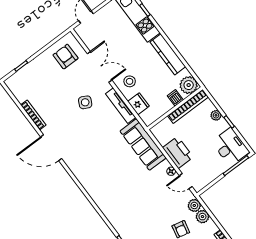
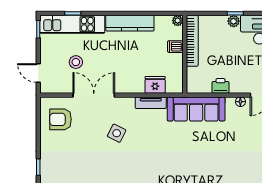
stool: (130, 81) -> (76, 62), moved
plant: (189, 85) -> (178, 21), width x0.53, depth x0.53
tv unit: (121, 106) -> (151, 103), width x0.71
plant: (216, 115) -> (234, 21), moved
printer: (178, 152) -> (221, 86), width x0.53, depth x0.68

